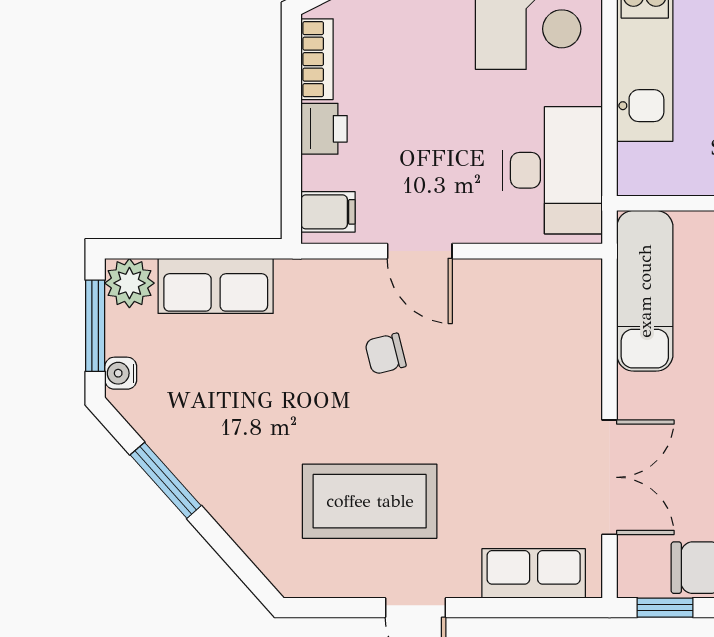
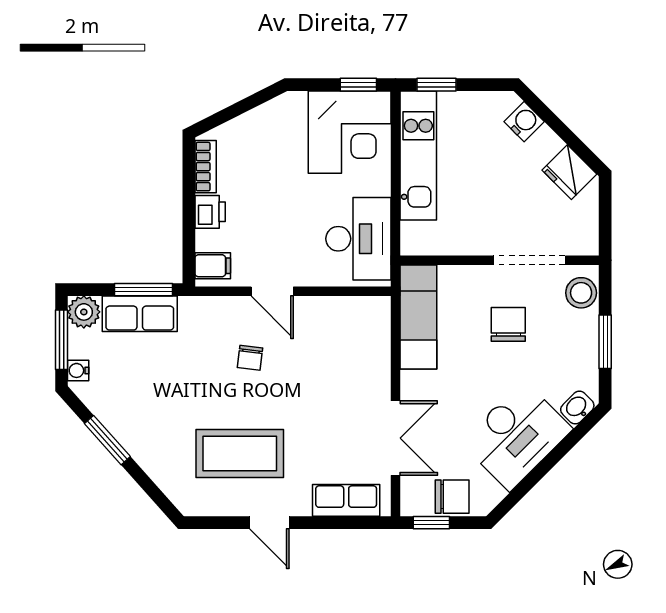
window: (221, 249) -> (143, 290), added
chair: (385, 354) -> (250, 358), turned -69

